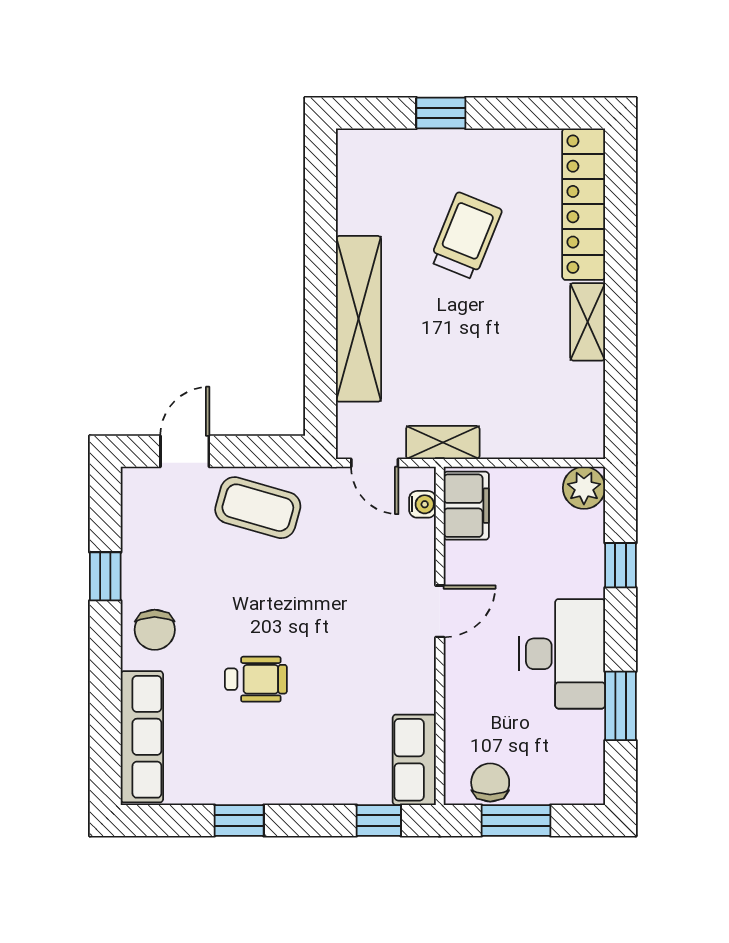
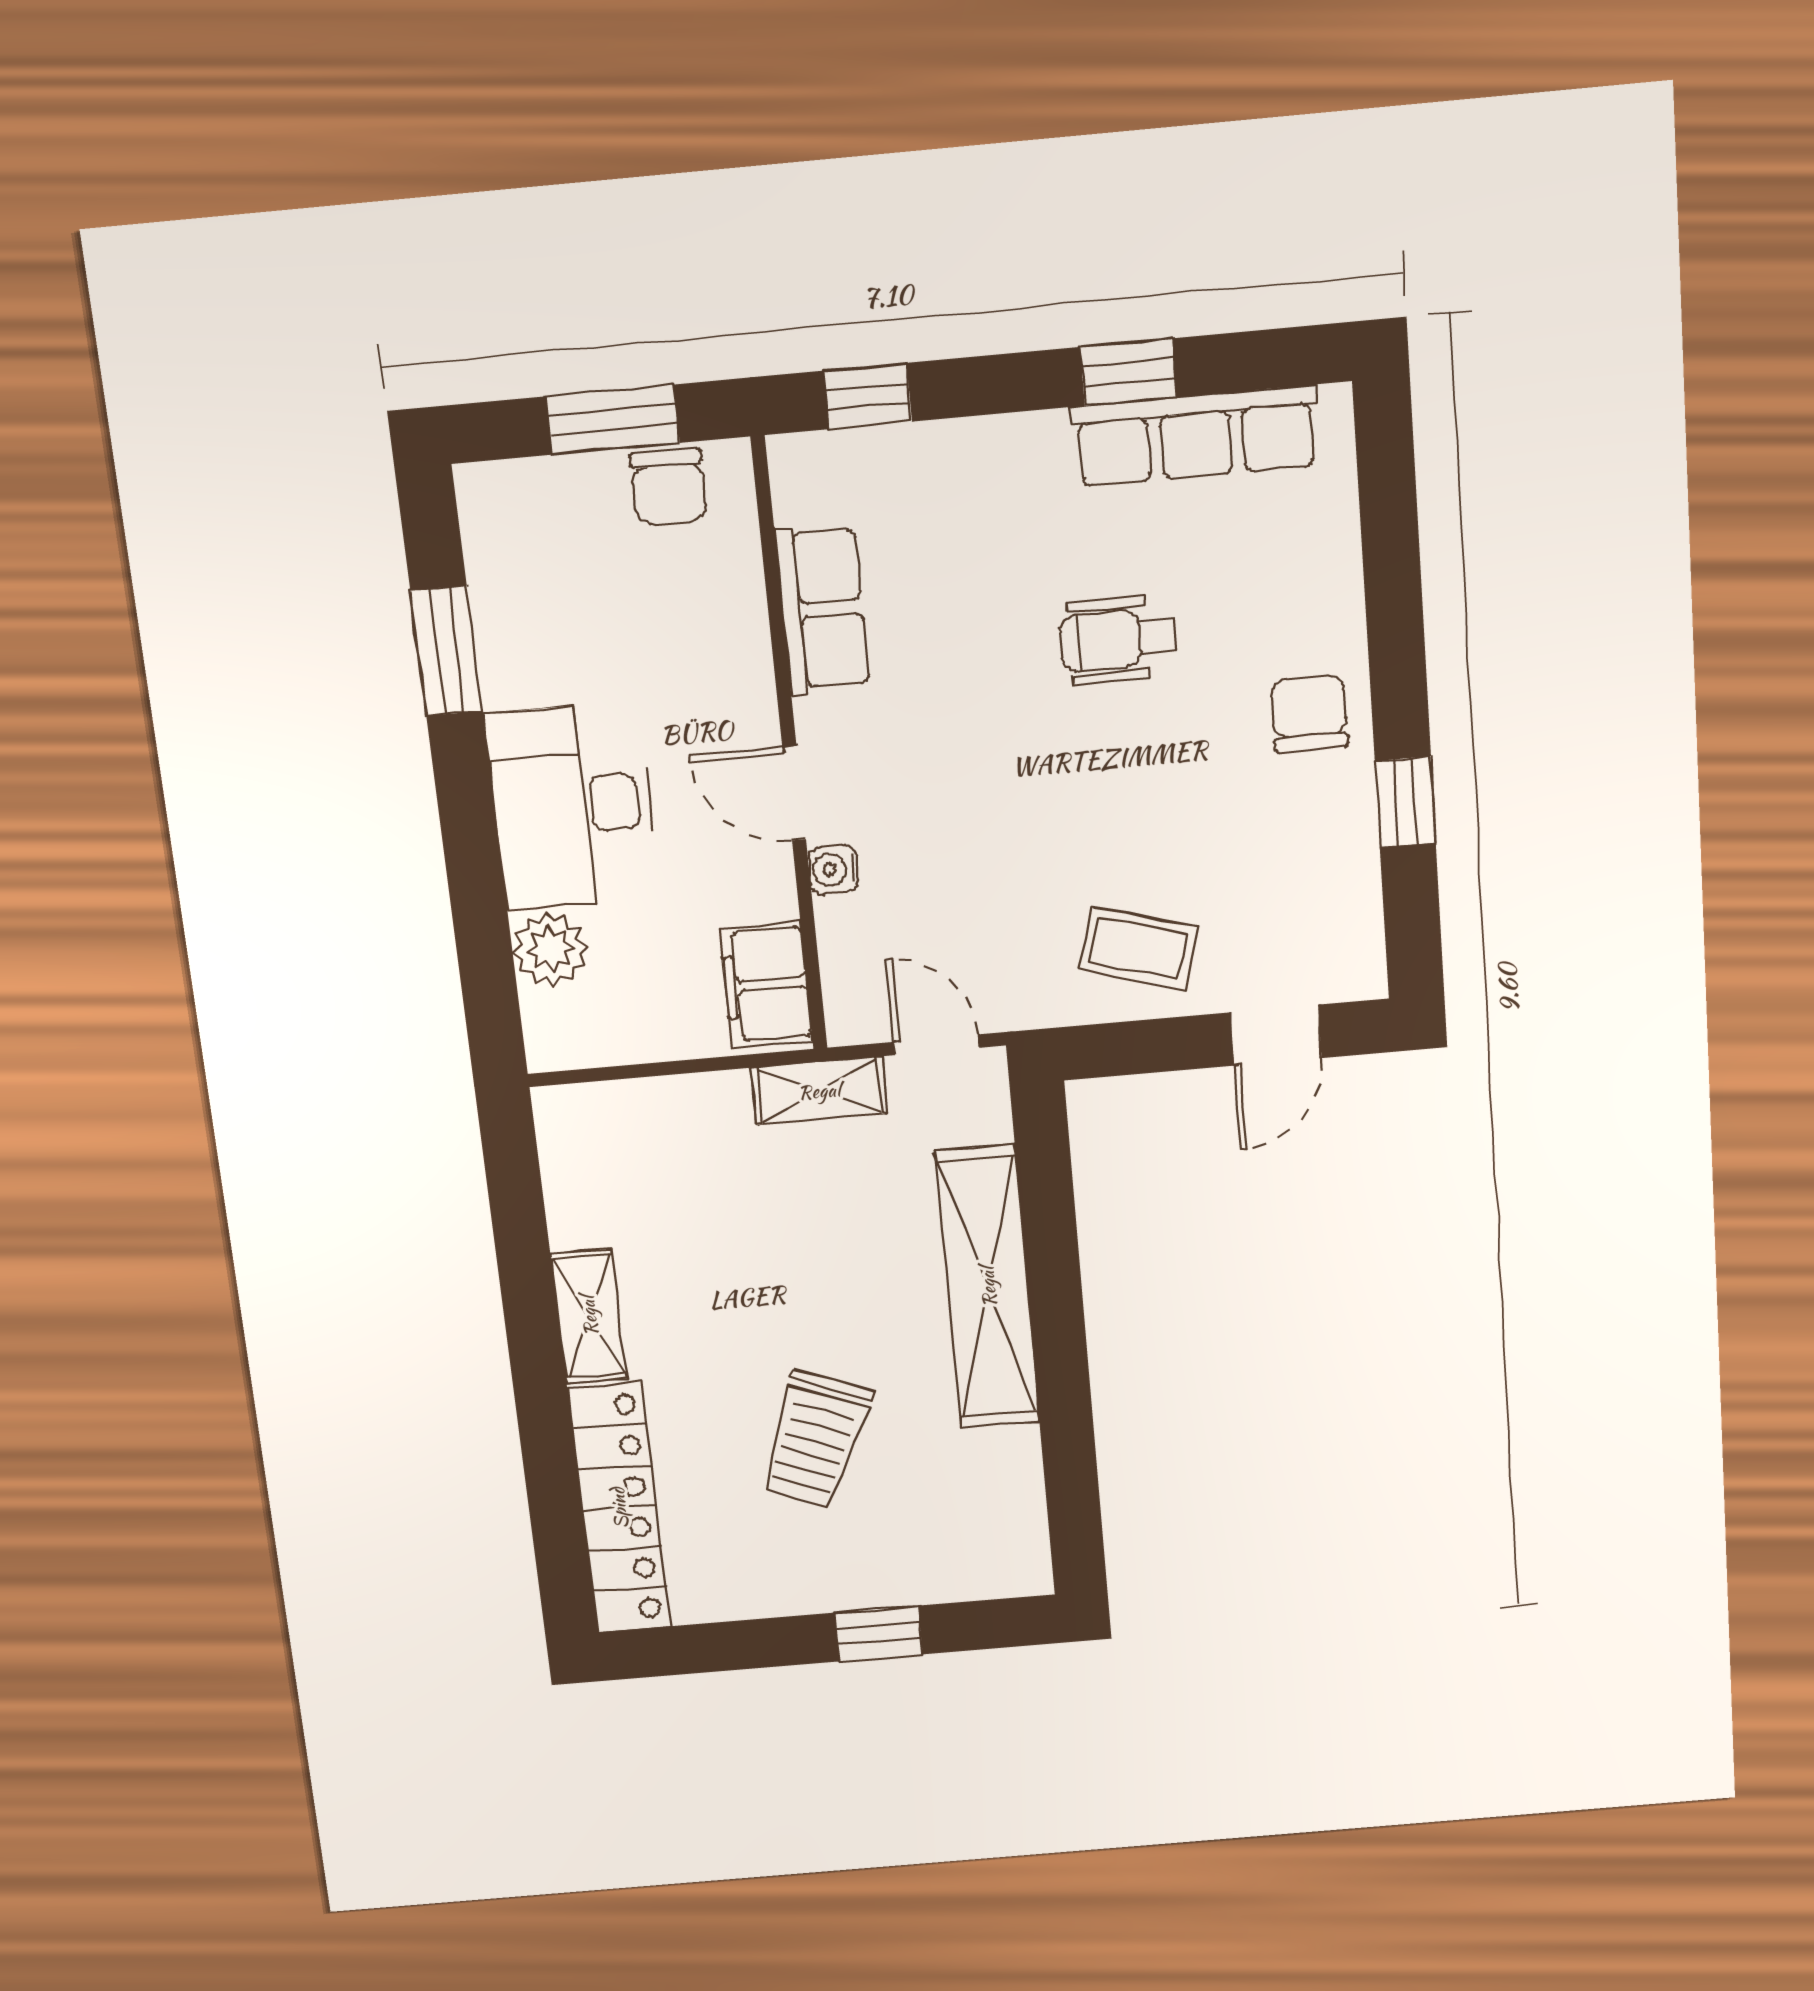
plant: (584, 488) -> (550, 949), moved
water cooler: (423, 504) -> (833, 869), moved
coffee table: (258, 508) -> (1138, 948), width x0.73, depth x0.77
window: (620, 565) -> (479, 904), removed
door: (440, 611) -> (794, 793), hinge flipped
desk: (562, 654) -> (573, 806), moved
row of seats: (142, 737) -> (1195, 436), moved, turned -90
row of seats: (414, 760) -> (822, 609), moved

